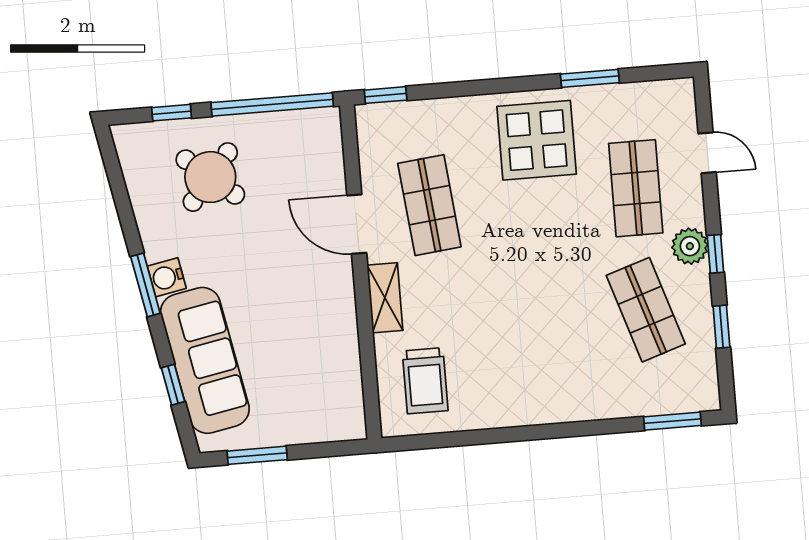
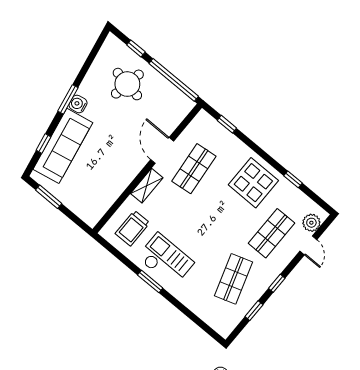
window: (590, 78) -> (293, 179), width x0.67
window: (386, 95) -> (227, 124), moved
round table: (210, 177) -> (127, 84), turned -30
plant: (690, 246) -> (311, 223), moved
checkout: (519, 379) -> (166, 260), added
window: (672, 421) -> (150, 281), moved

